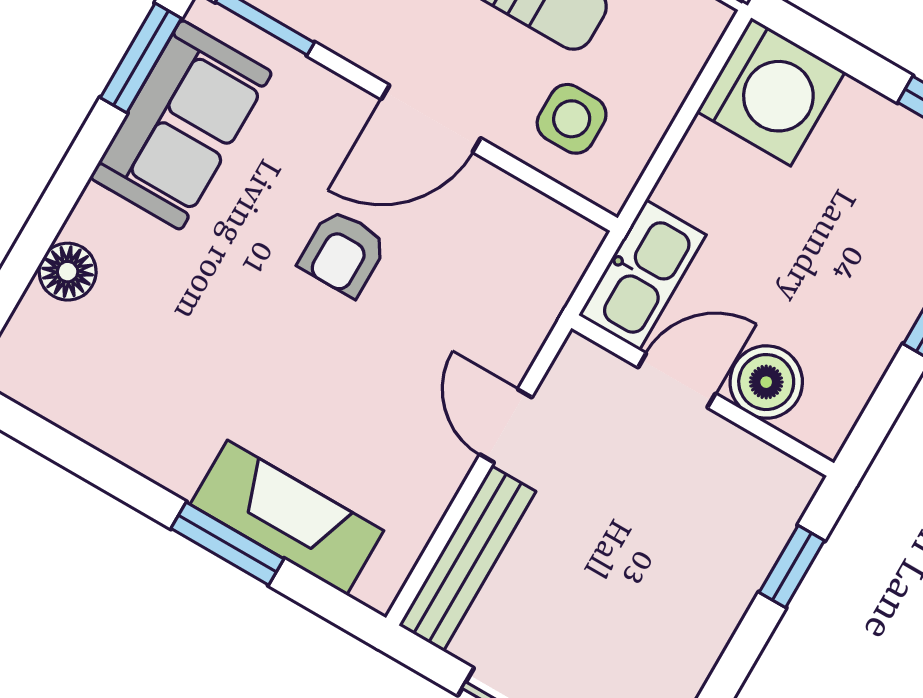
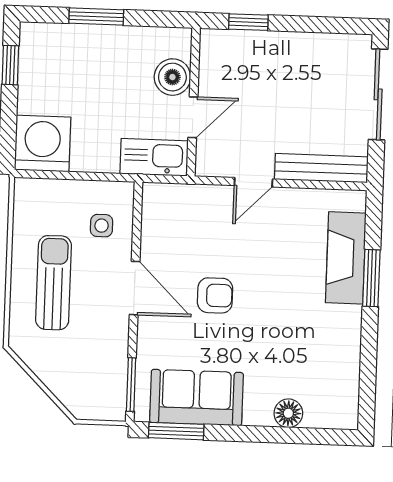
side table: (572, 119) -> (102, 226), width x0.73, depth x0.73
door: (677, 380) -> (193, 117), swing flipped

